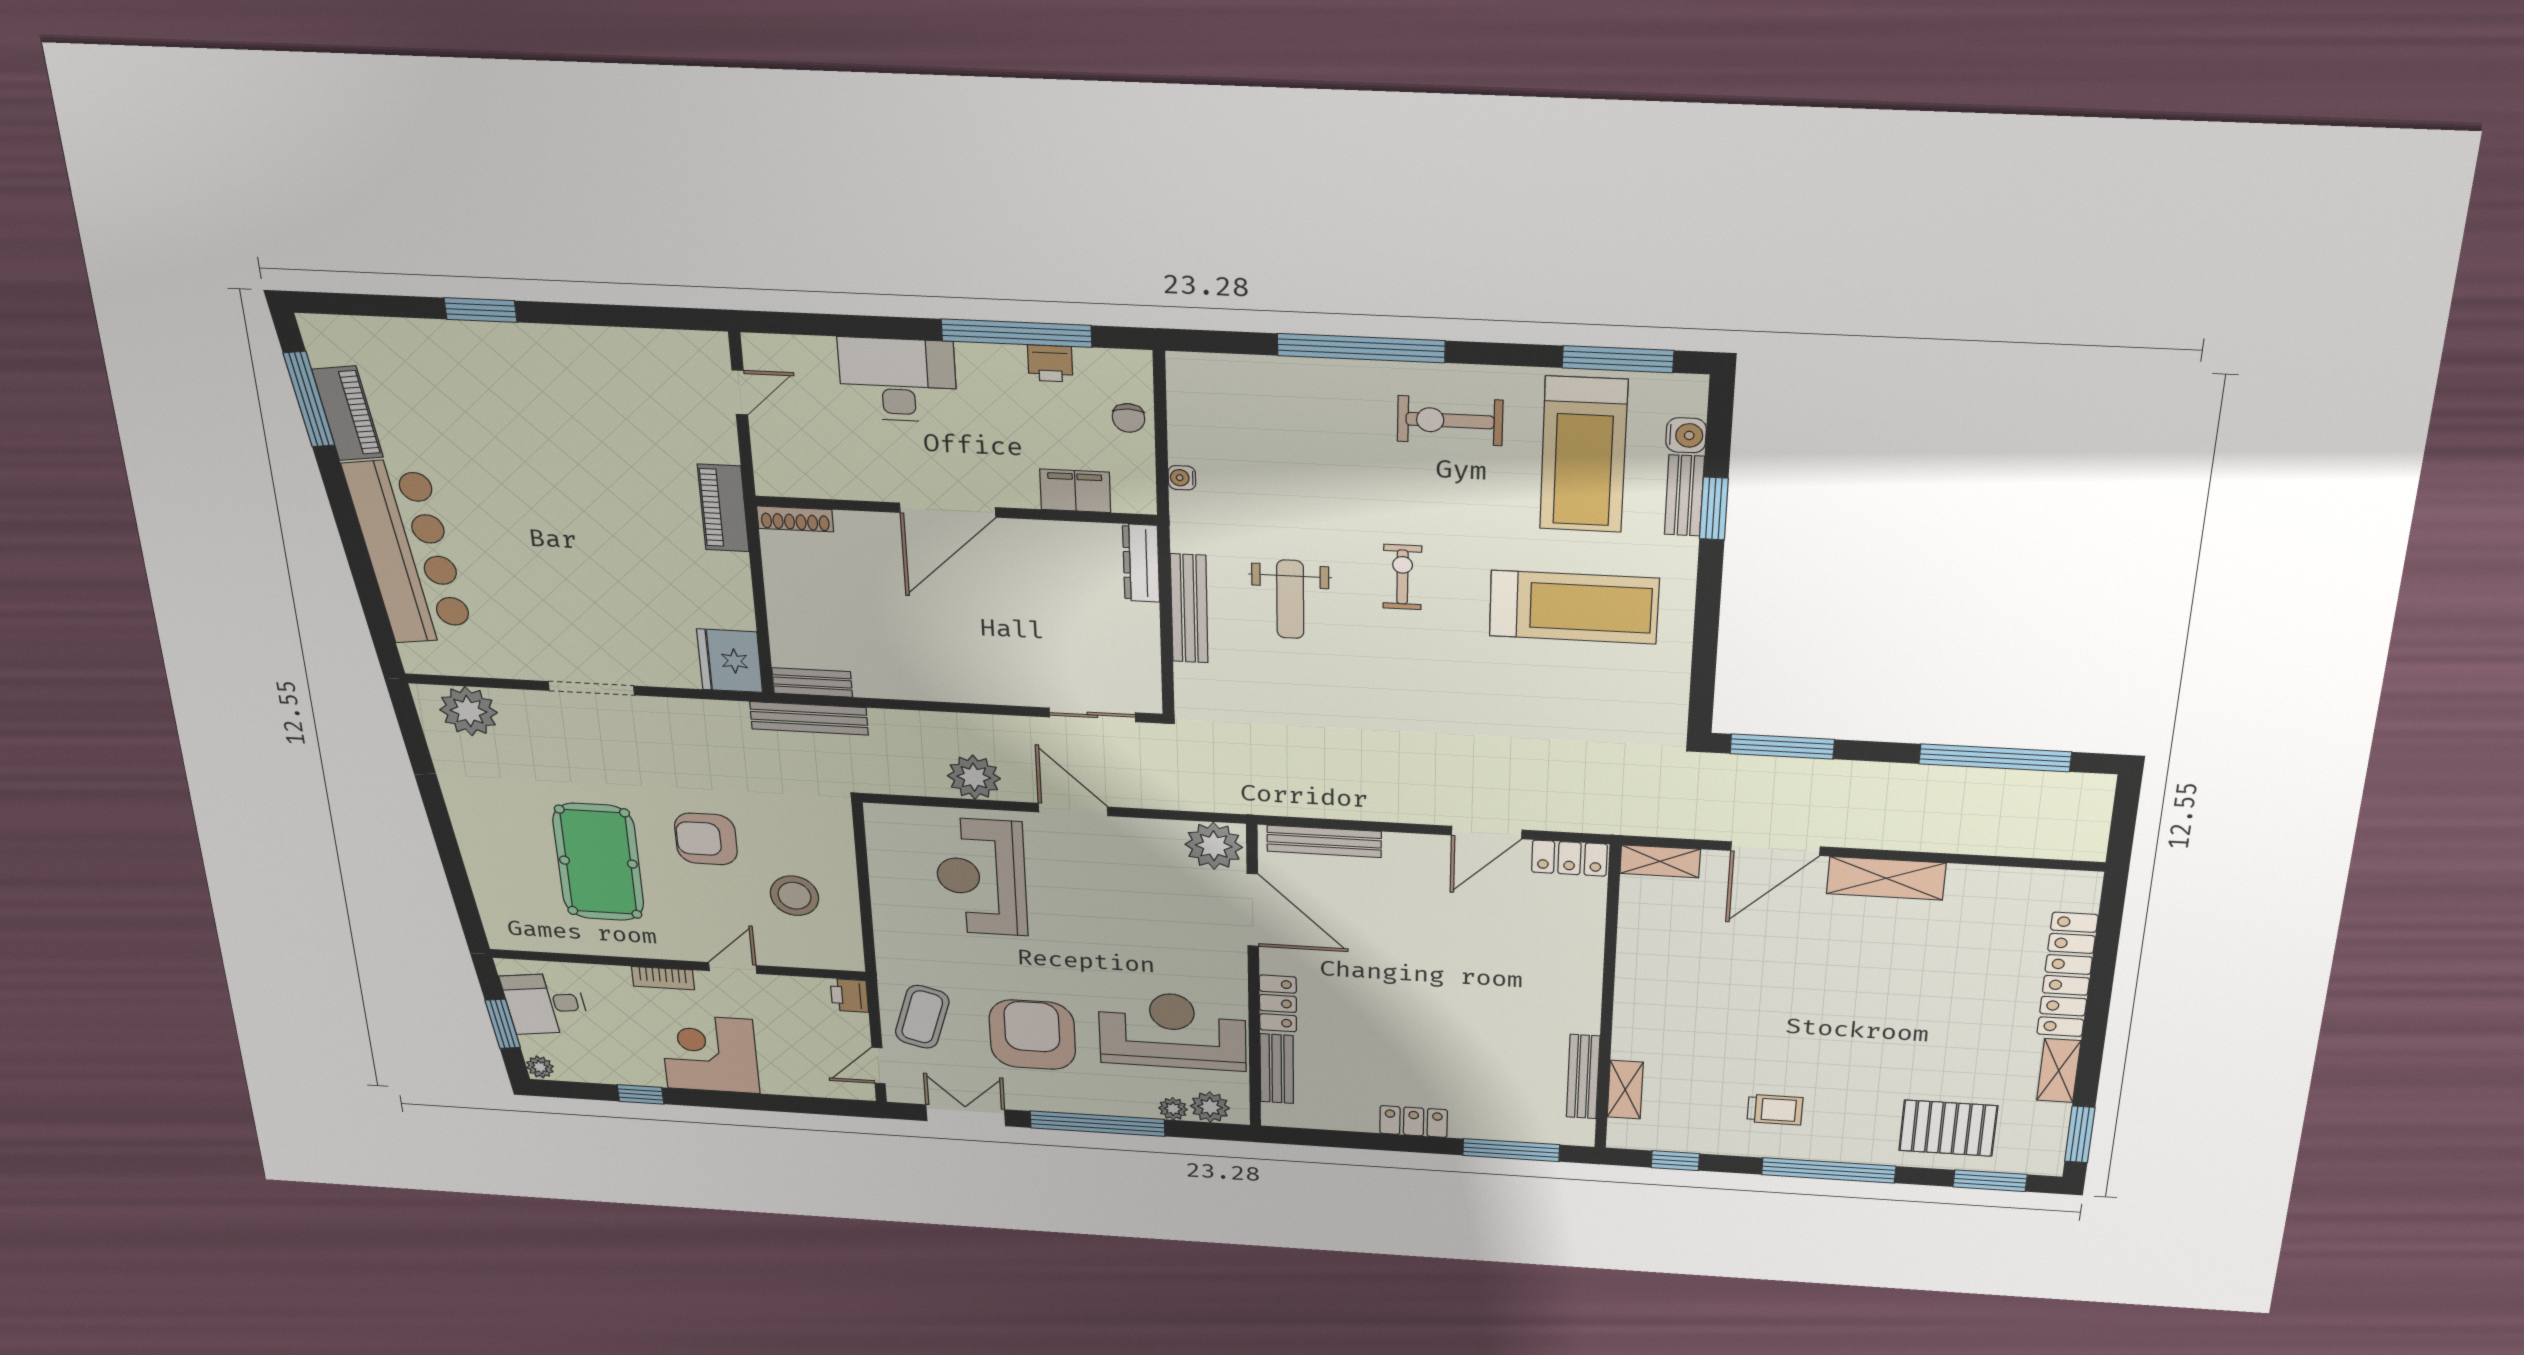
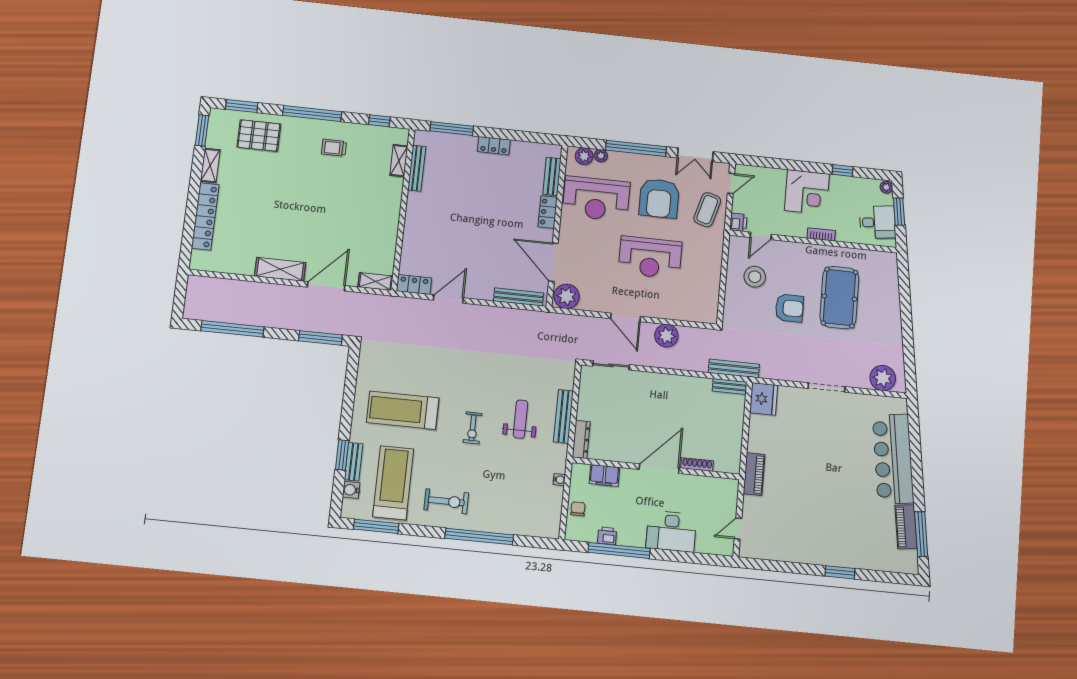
shoe rack: (795, 519) -> (697, 465), moved
reception desk: (981, 877) -> (650, 257), moved, turned 90
door: (733, 968) -> (761, 236), moved

